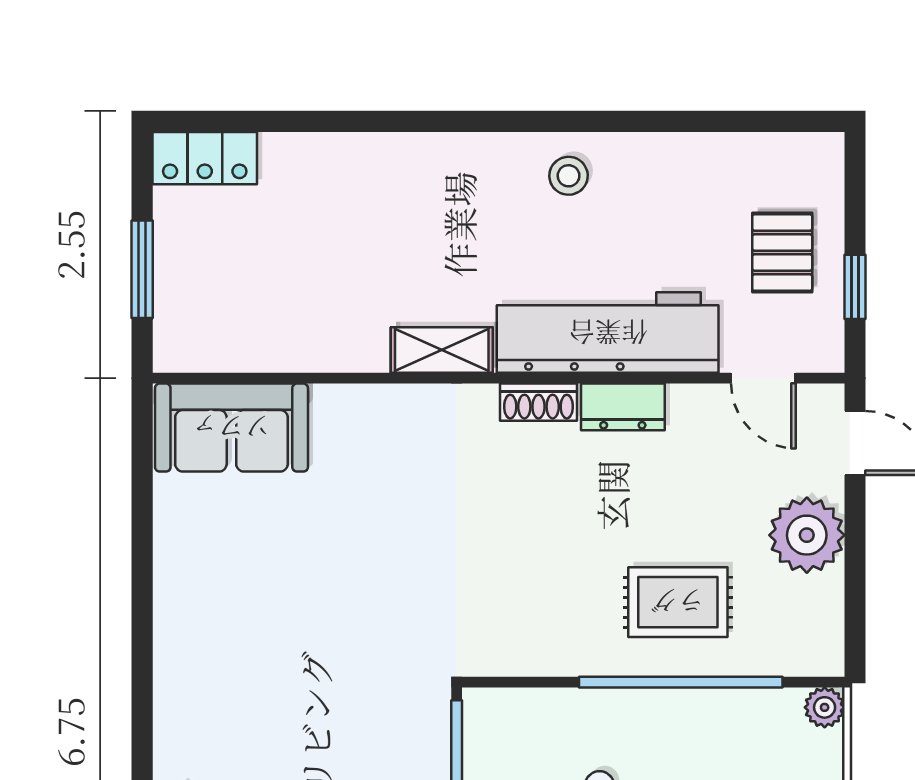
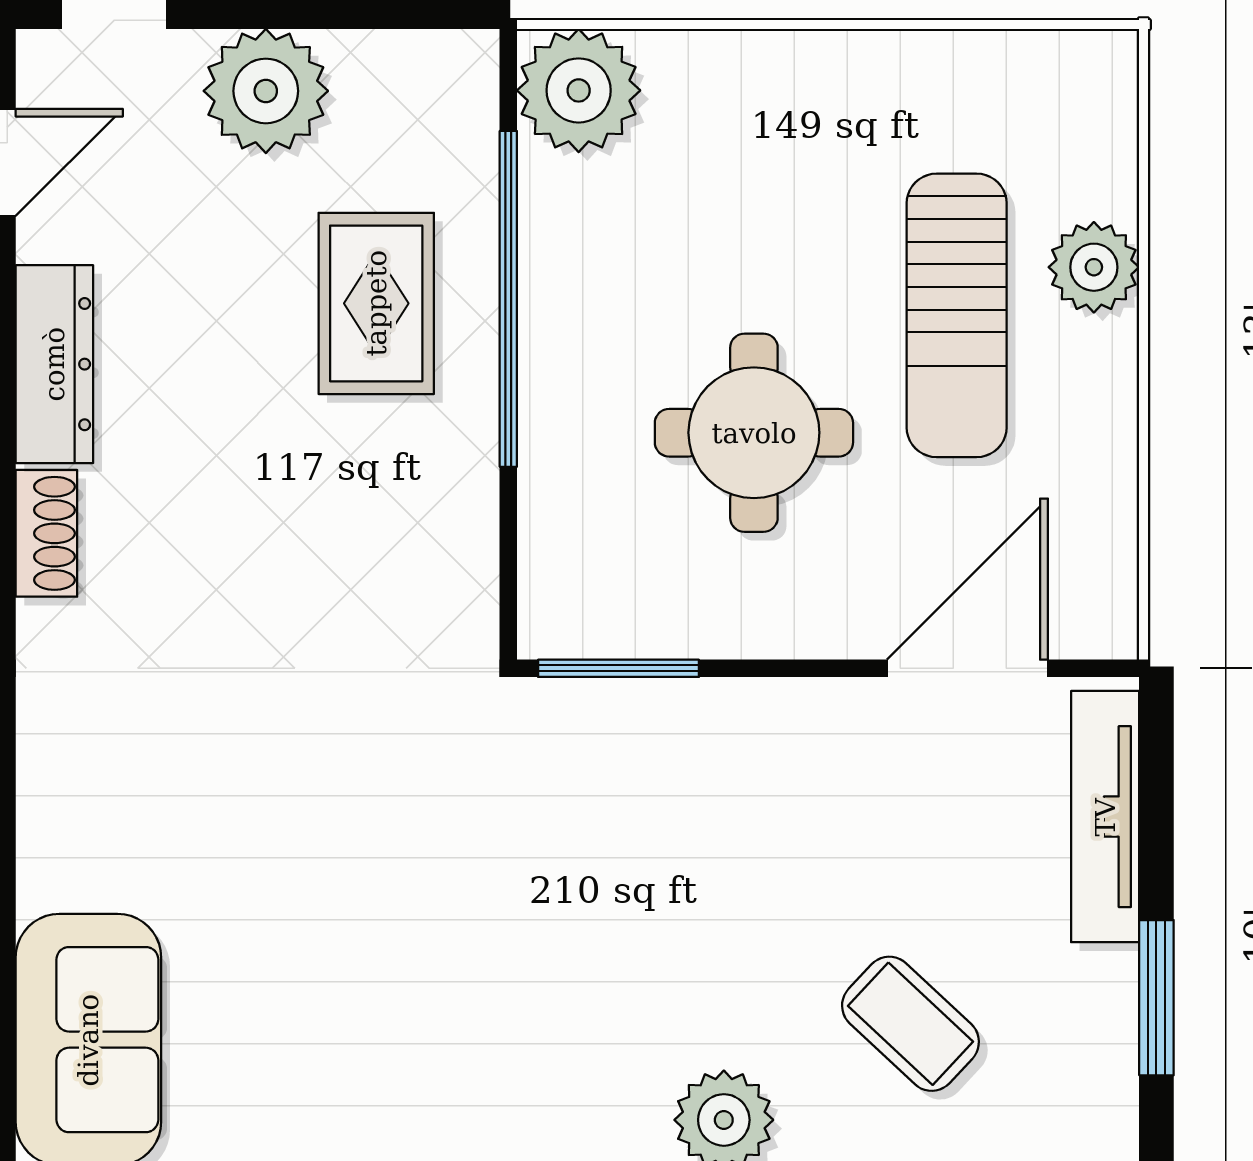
dresser: (623, 407) -> (54, 364), width x1.44
plant: (825, 707) -> (579, 90), width x1.88, depth x1.88

